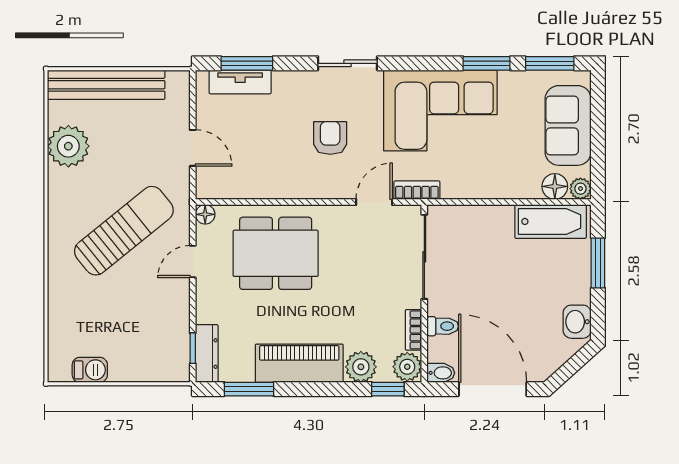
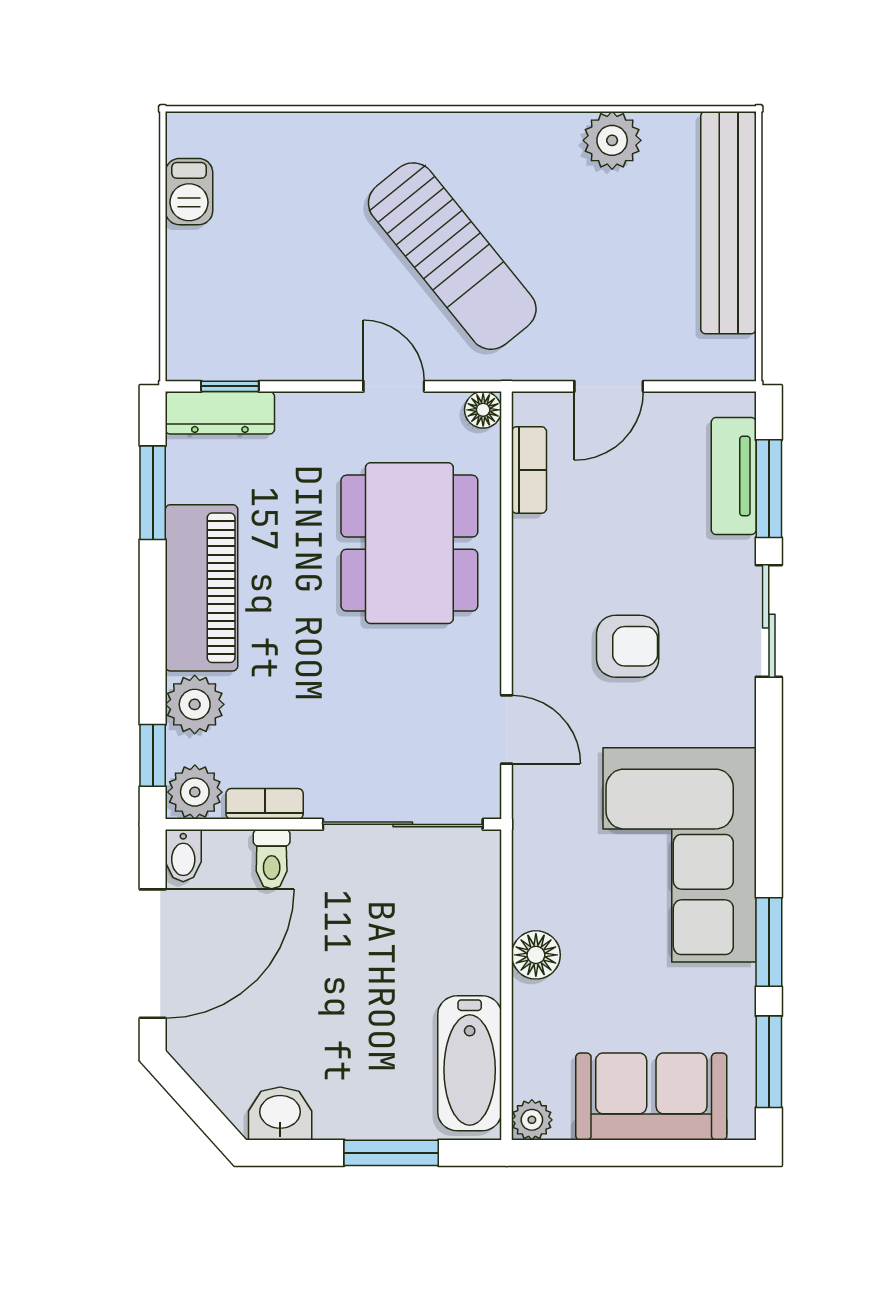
sliding door: (348, 63) -> (769, 621), moved
plant: (68, 146) -> (612, 140), width x0.73, depth x0.73
floor lamp: (555, 186) -> (536, 955), moved
bookcase: (417, 190) -> (529, 470), moved

